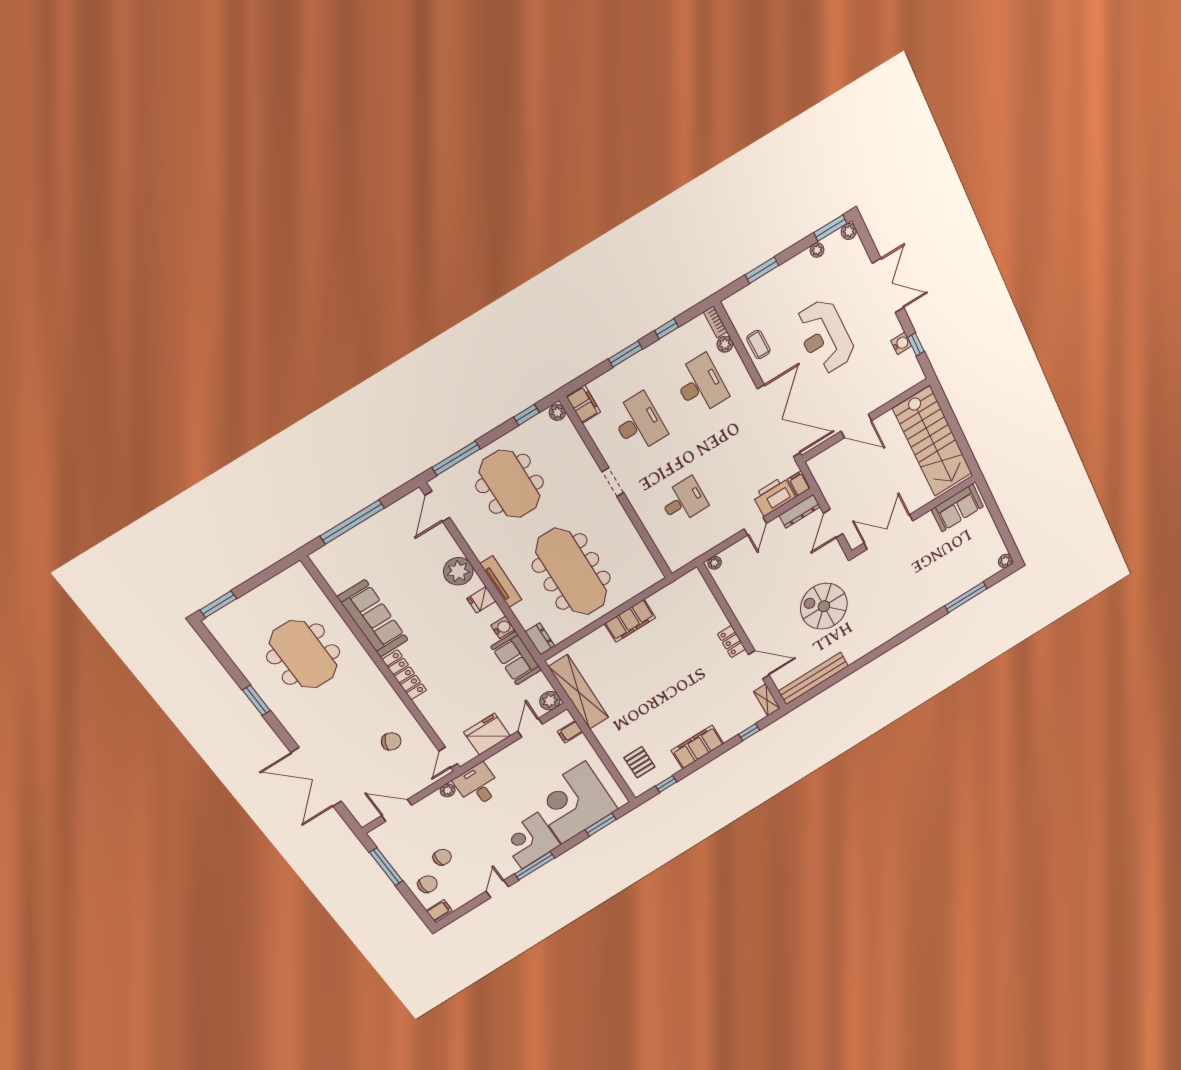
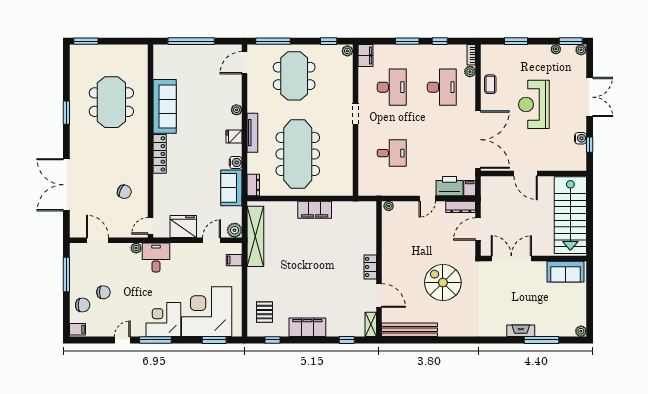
plant: (458, 571) -> (236, 110), width x0.53, depth x0.53
fireplace: (938, 602) -> (521, 331), added

